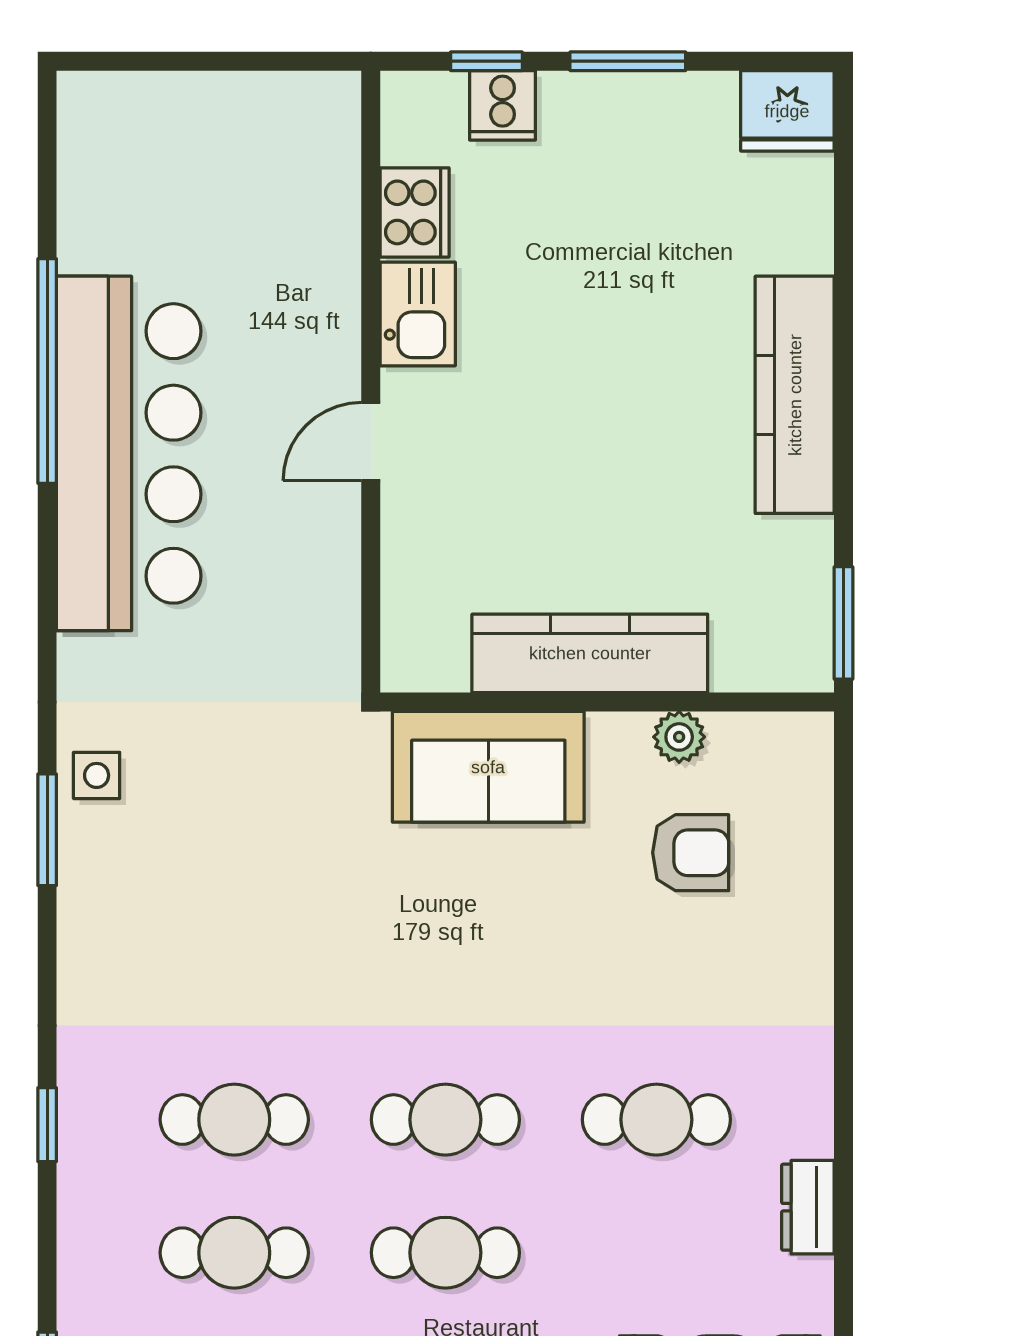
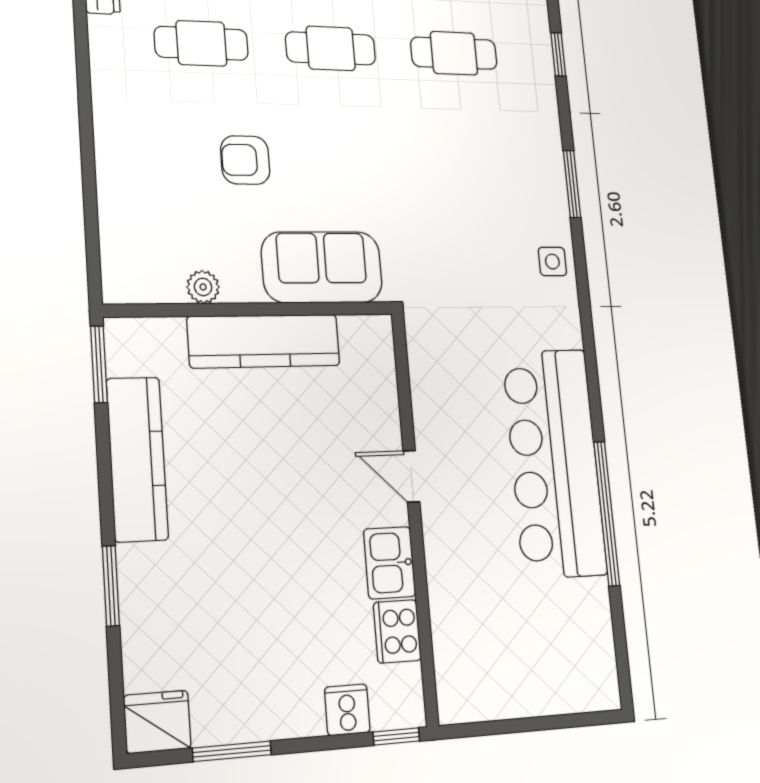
window: (486, 61) -> (396, 737), moved
window: (628, 61) -> (232, 751), moved
window: (844, 304) -> (111, 586), added
kitchen counter: (795, 395) -> (137, 459), moved
door: (371, 442) -> (411, 476), swing flipped
window: (47, 830) -> (572, 184), moved
armchair: (691, 853) -> (245, 160), moved

